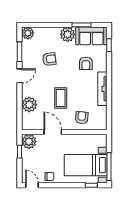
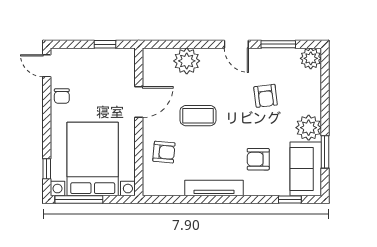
plant: (29, 142) -> (122, 60), removed
bed with nightstands: (86, 165) -> (93, 159), width x1.36
door: (32, 185) -> (47, 66), swing flipped

